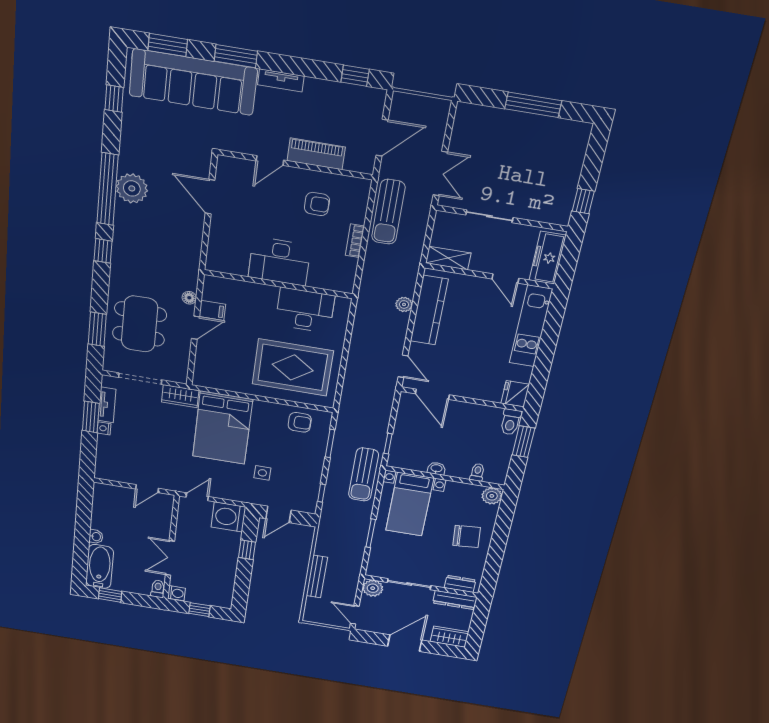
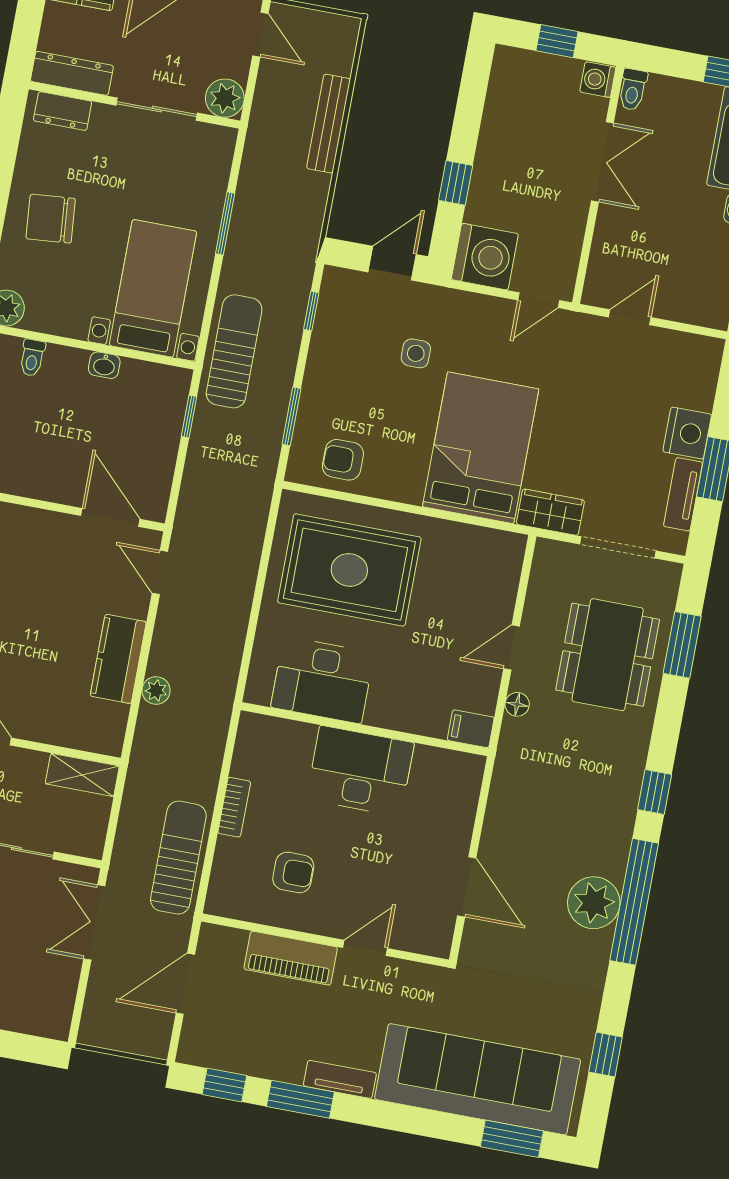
window: (236, 56) -> (300, 1099), moved
armchair: (317, 204) -> (293, 872), turned 180
filing cabinet: (212, 310) -> (471, 729), moved
kitchen counter: (429, 310) -> (118, 659), width x0.67
nightstand: (104, 428) -> (687, 433), width x1.89, depth x1.79

